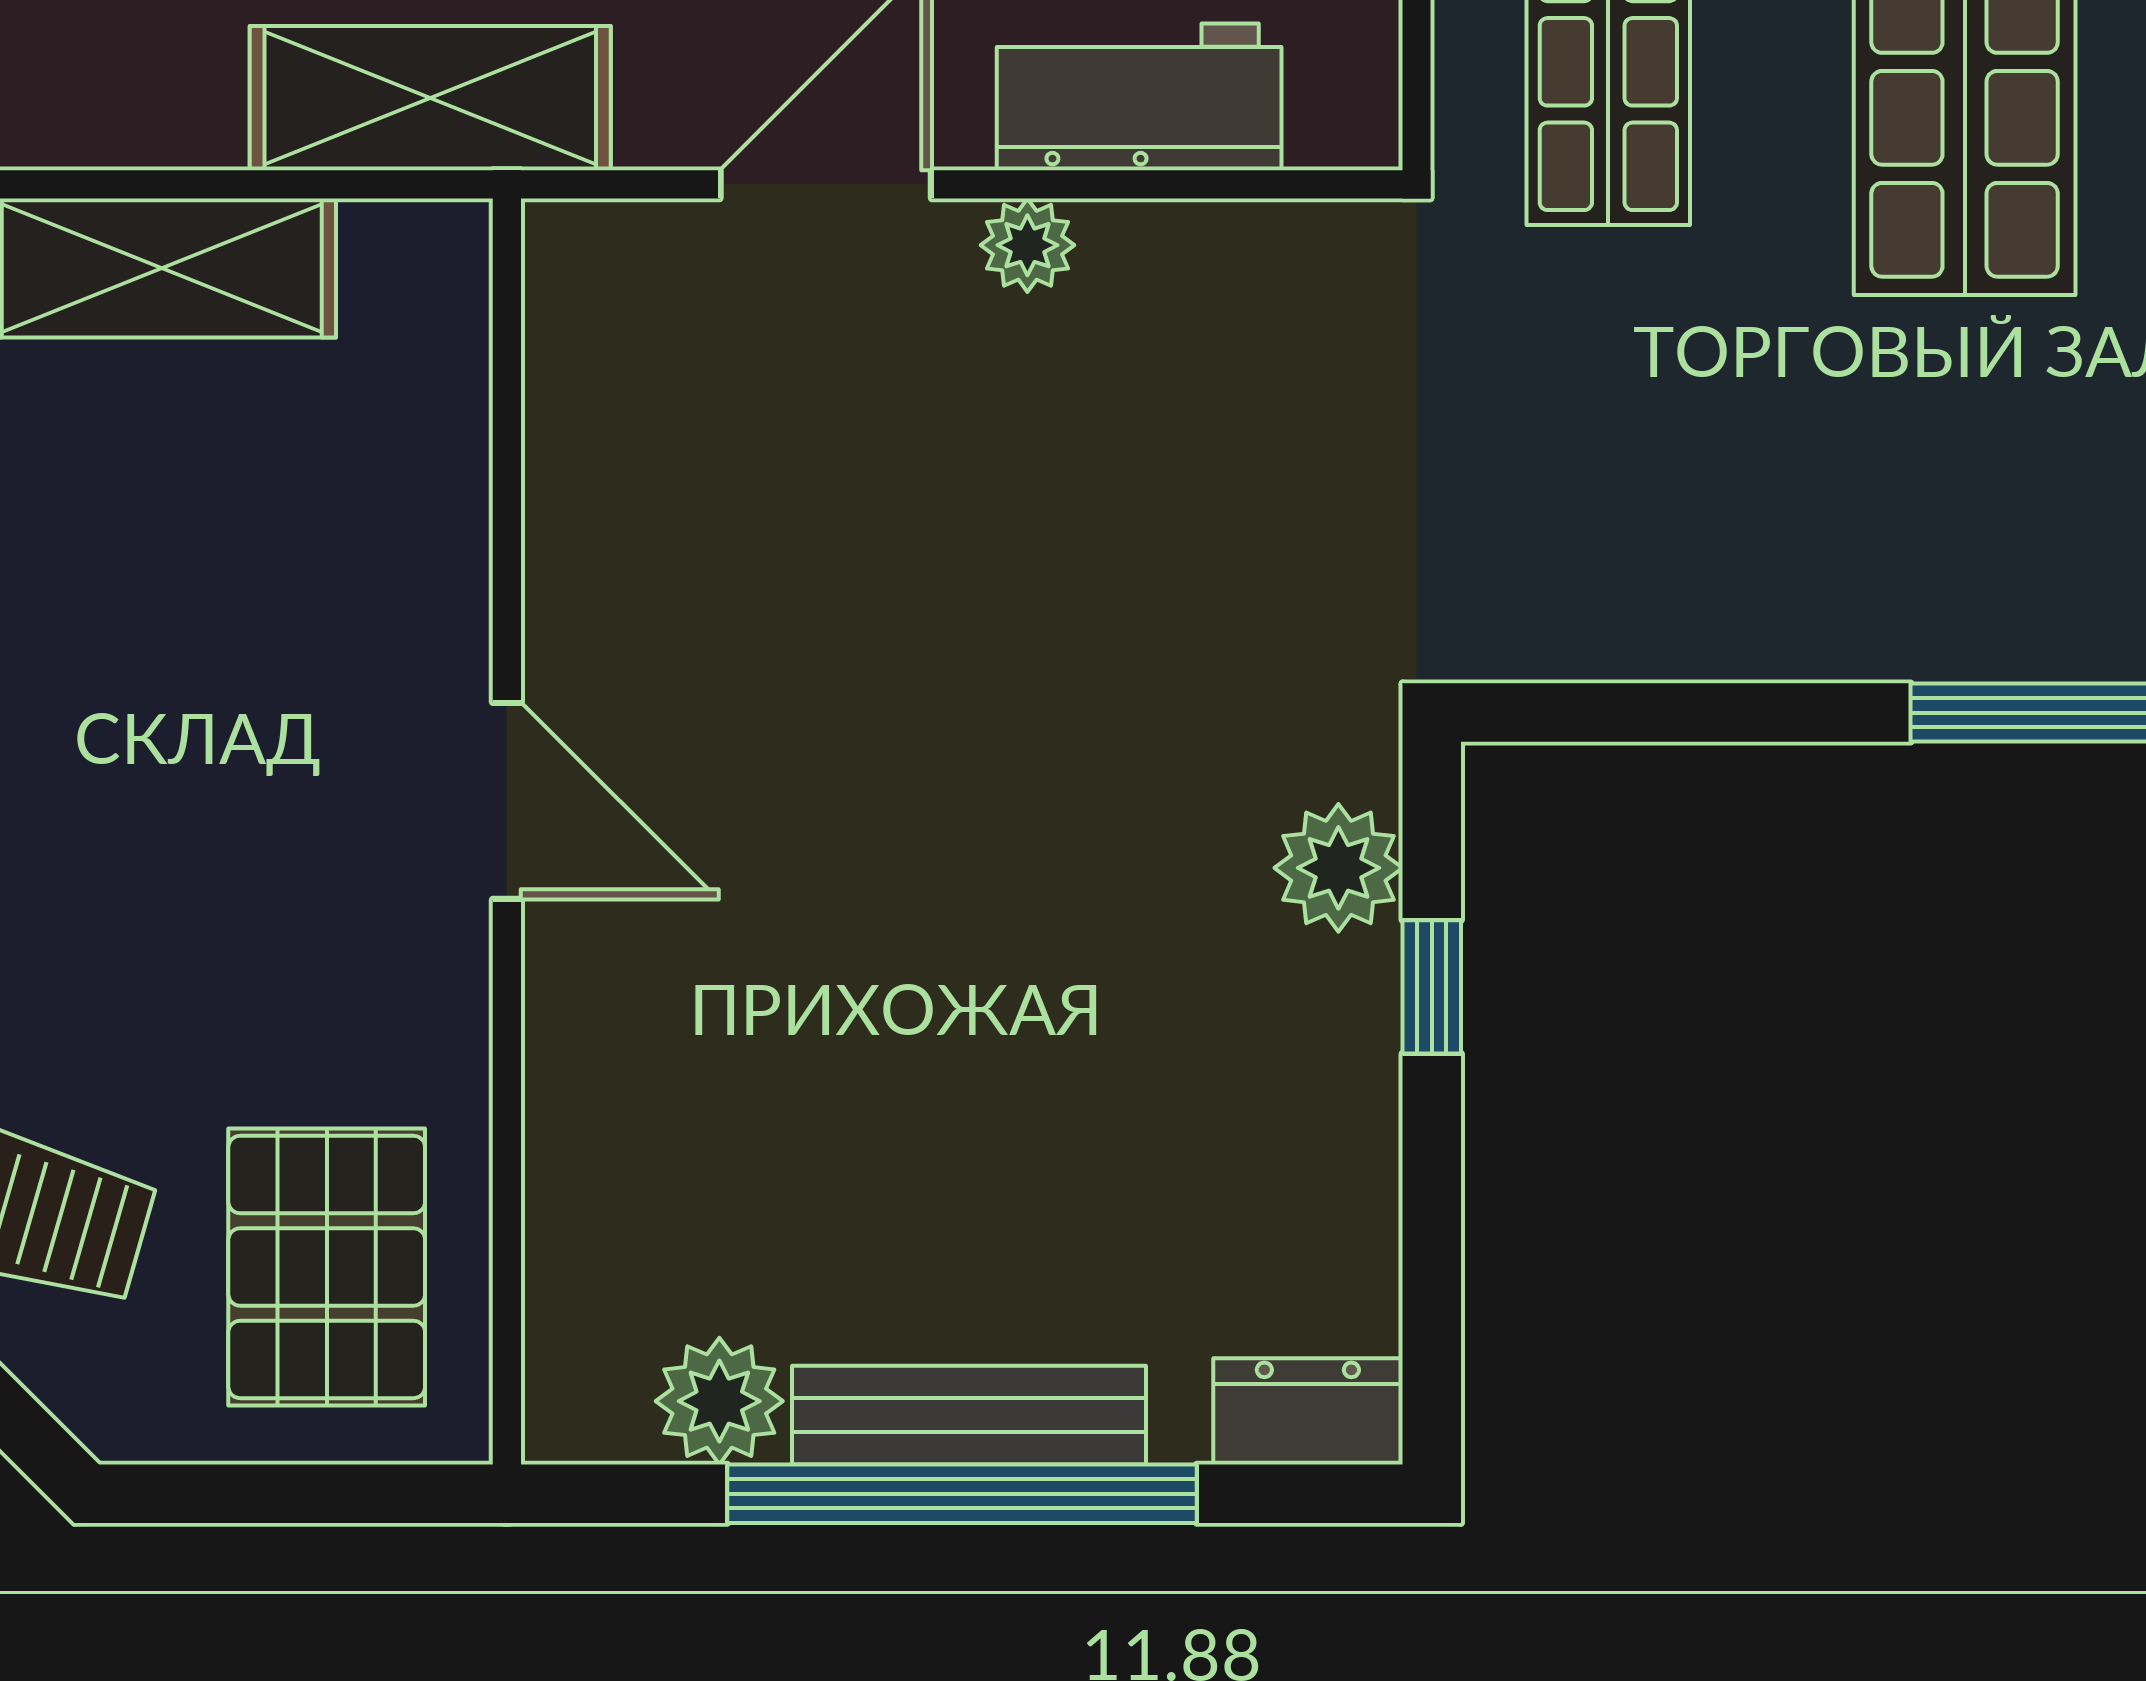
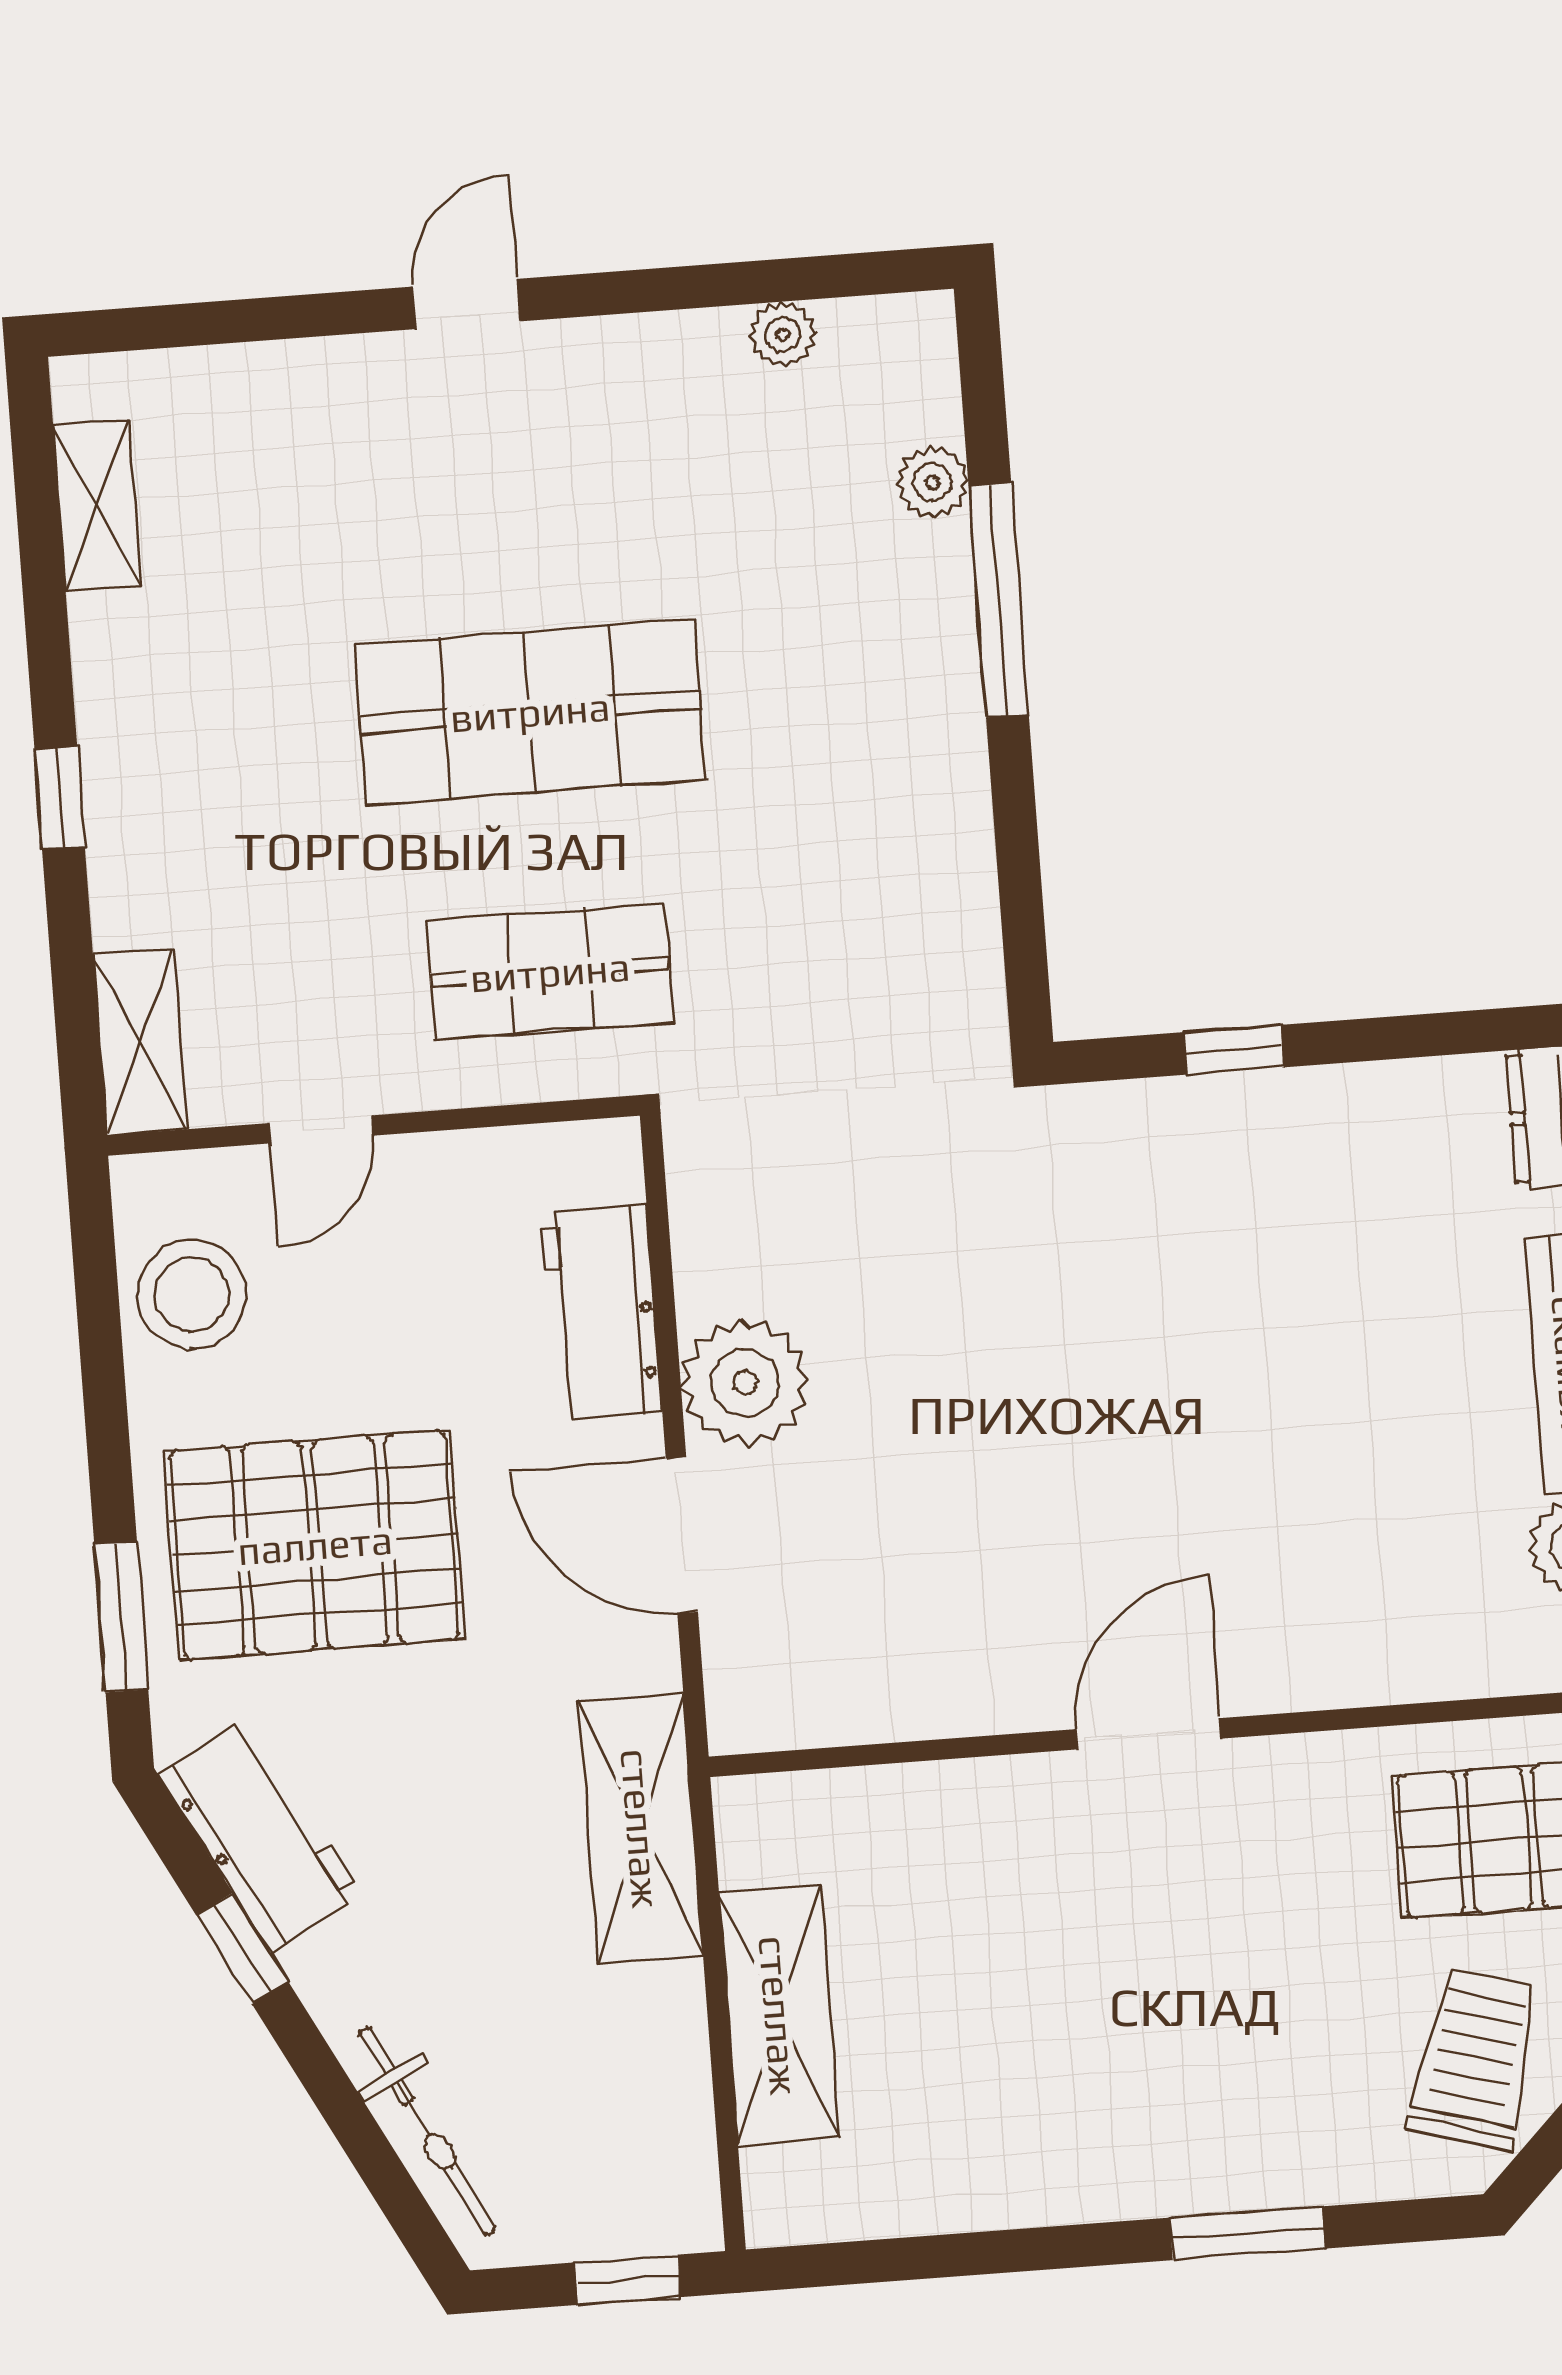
plant: (1027, 245) -> (745, 1383), width x1.88, depth x1.88
plant: (1338, 868) -> (1152, 1124), removed

